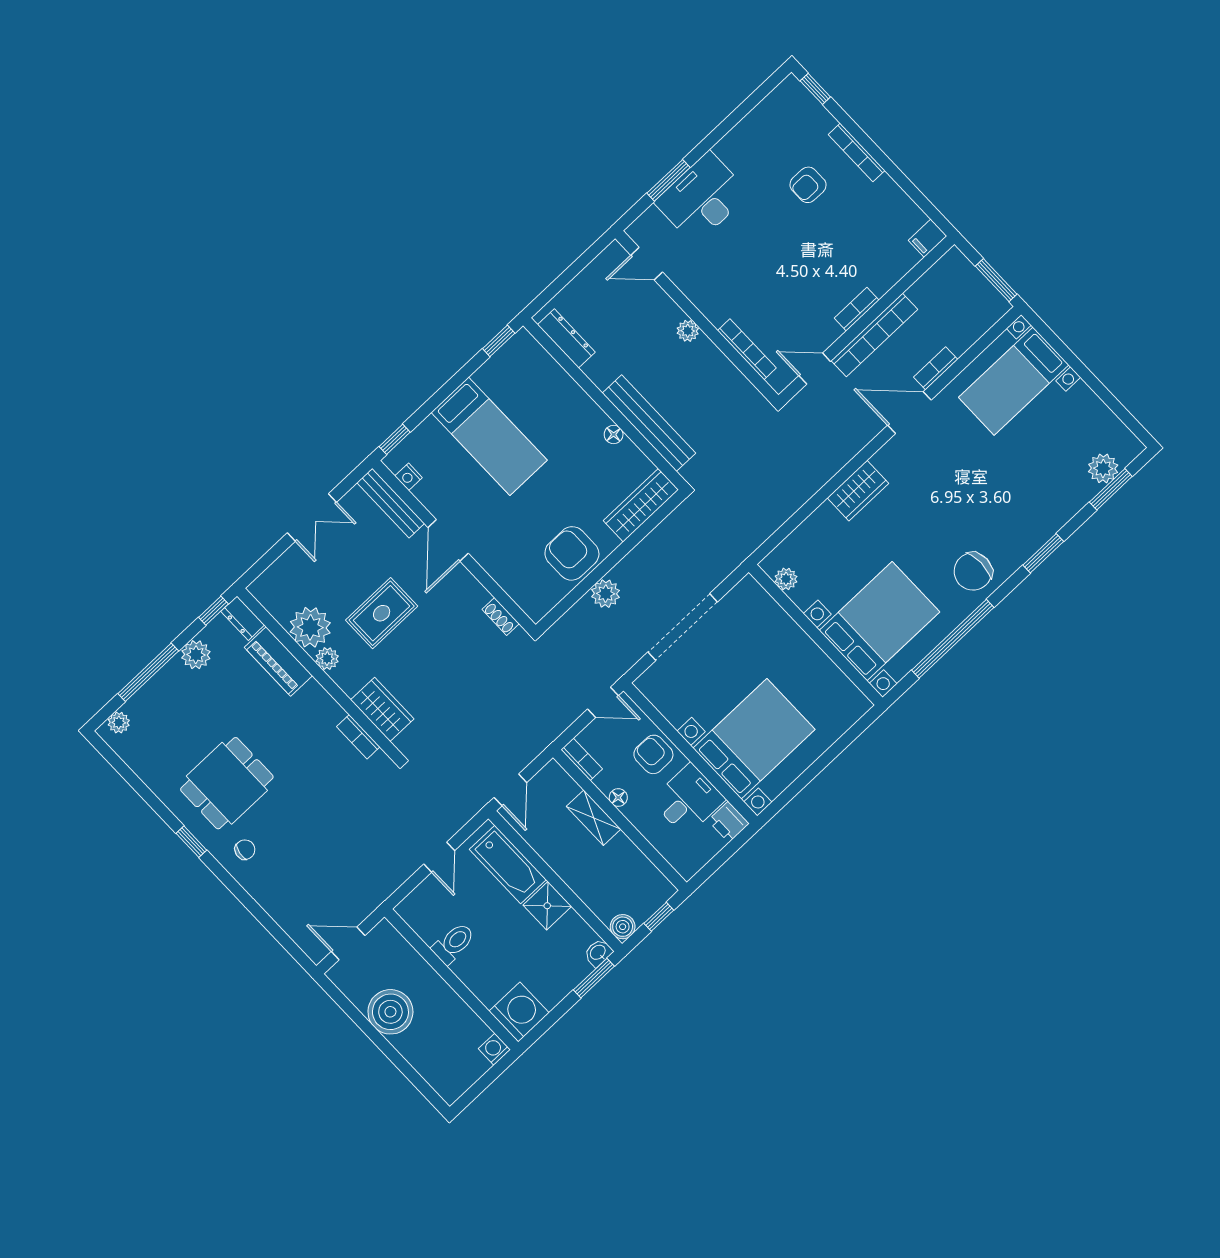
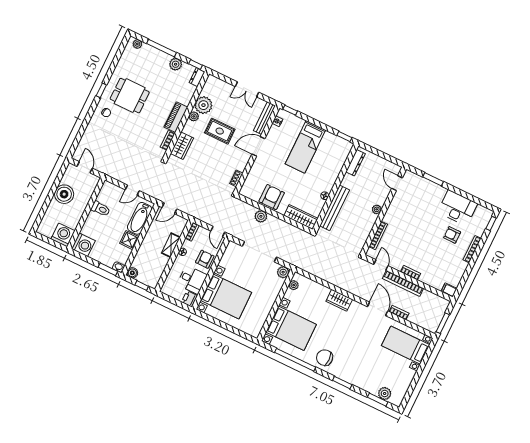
desk: (702, 198) -> (458, 208), moved
plant: (748, 592) -> (283, 272), added
piano: (278, 661) -> (176, 117), moved
washing machine: (494, 1049) -> (63, 235), width x1.89, depth x1.89

